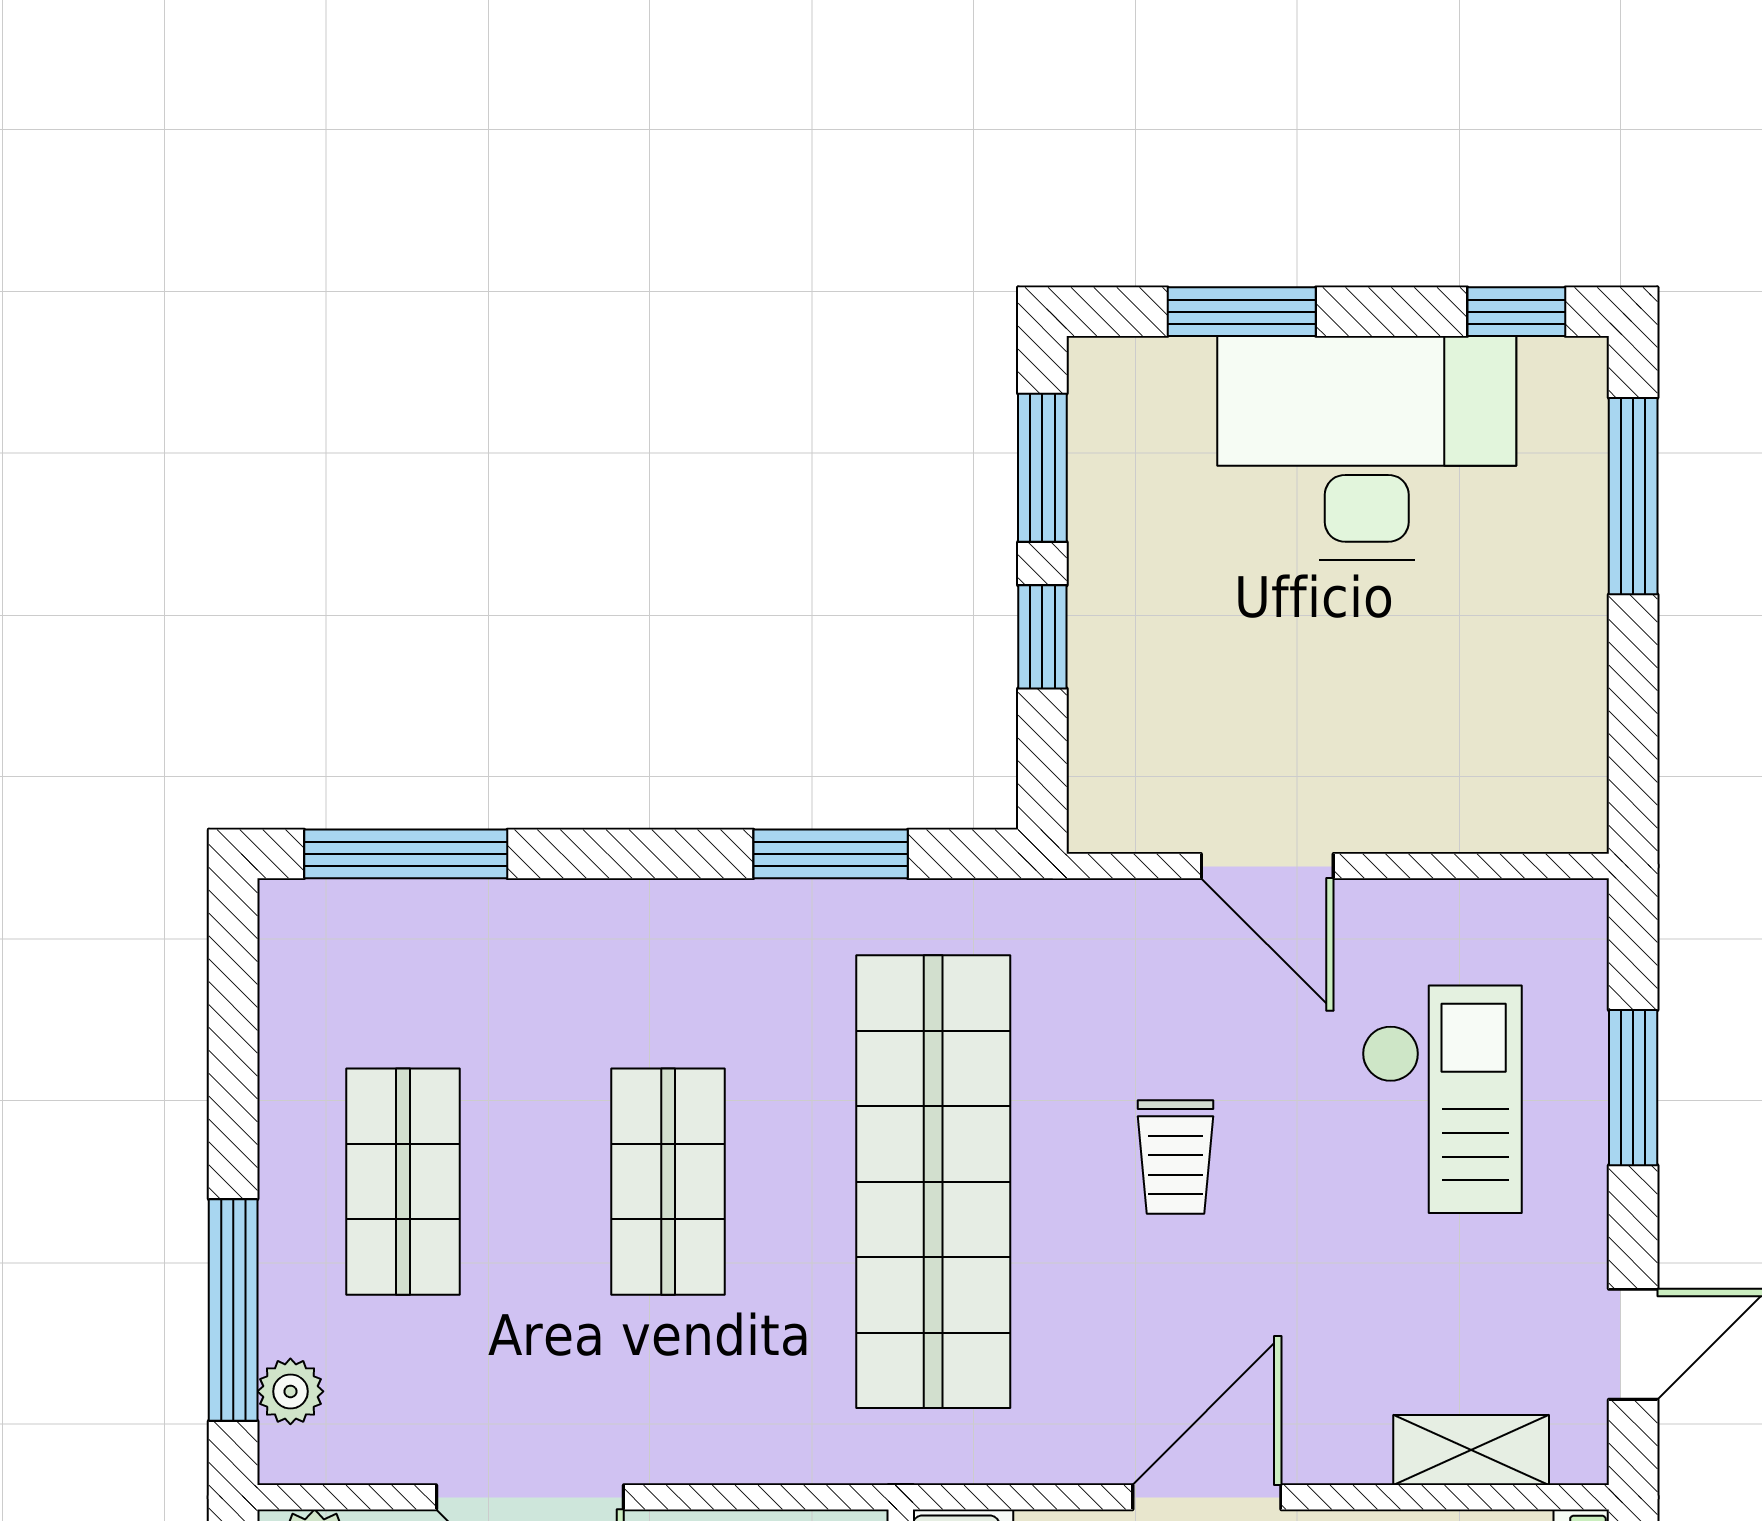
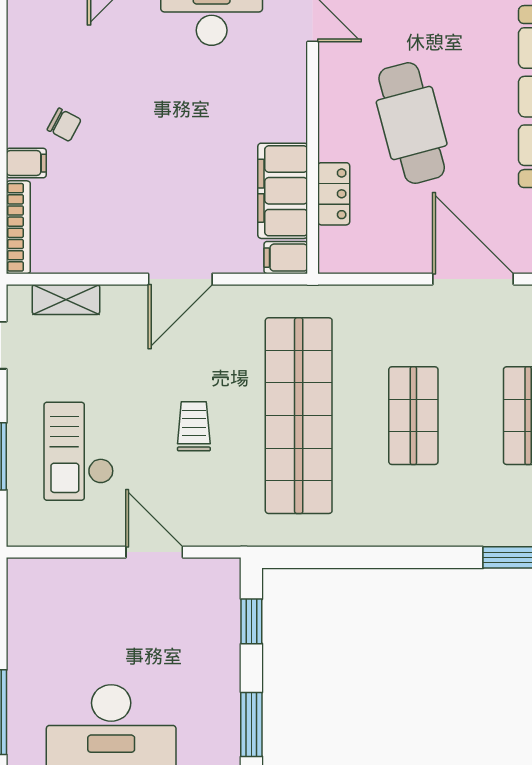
window: (1042, 637) -> (251, 621), moved
window: (831, 854) -> (343, 557), removed

